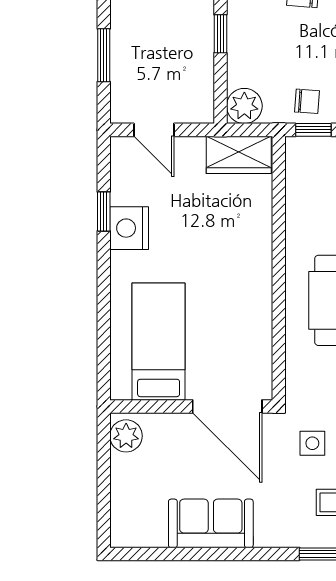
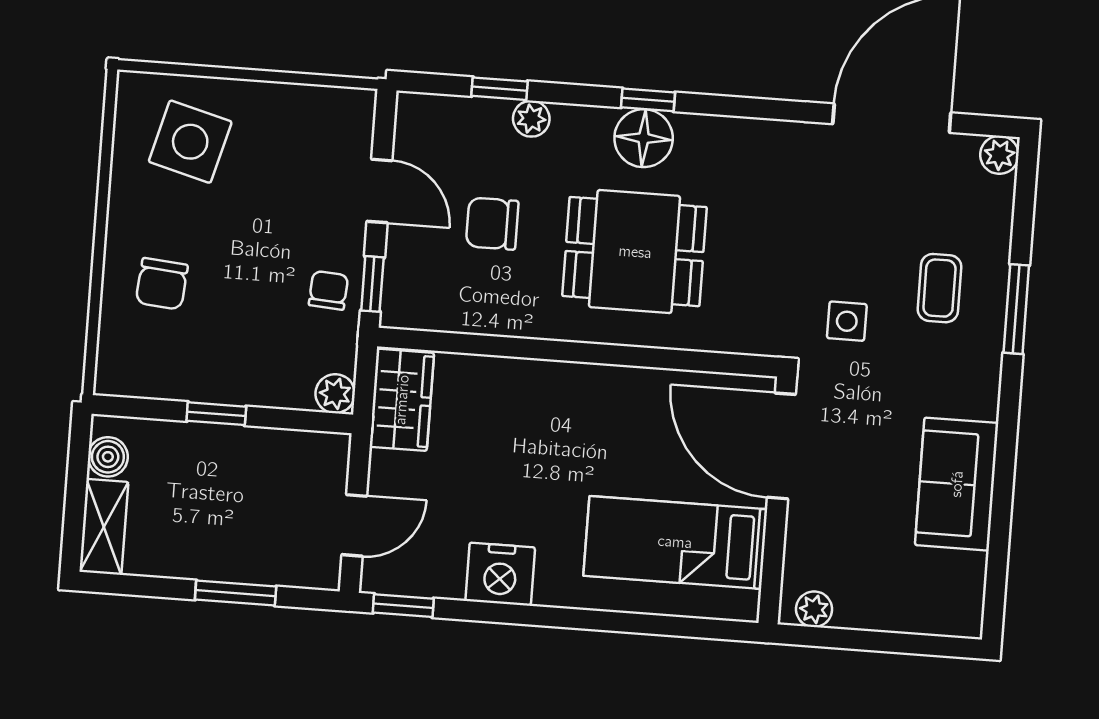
plant: (244, 106) -> (335, 394), width x0.73, depth x0.73
window: (104, 211) -> (403, 606), moved
door: (227, 406) -> (781, 446), swing flipped
plant: (126, 436) -> (814, 609), width x0.73, depth x0.73

